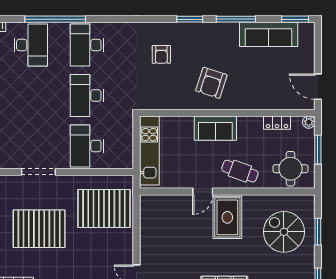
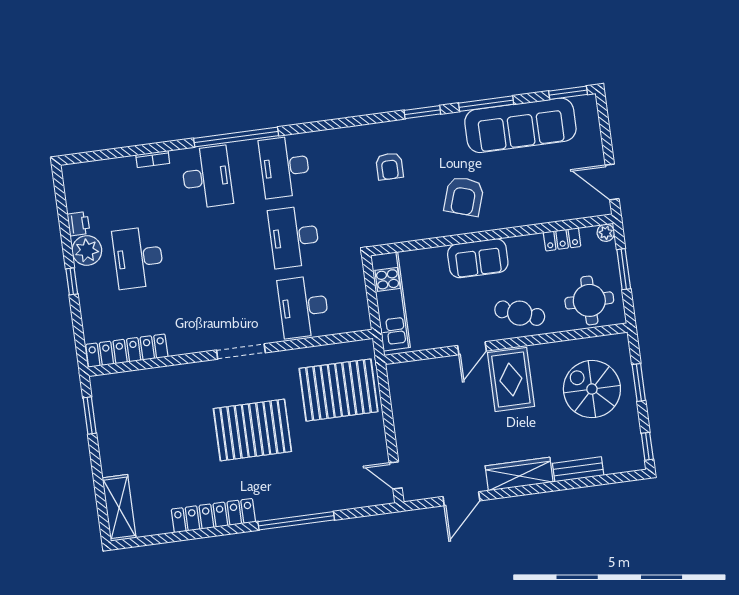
sofa: (269, 34) -> (520, 125), width x1.36, depth x1.27

